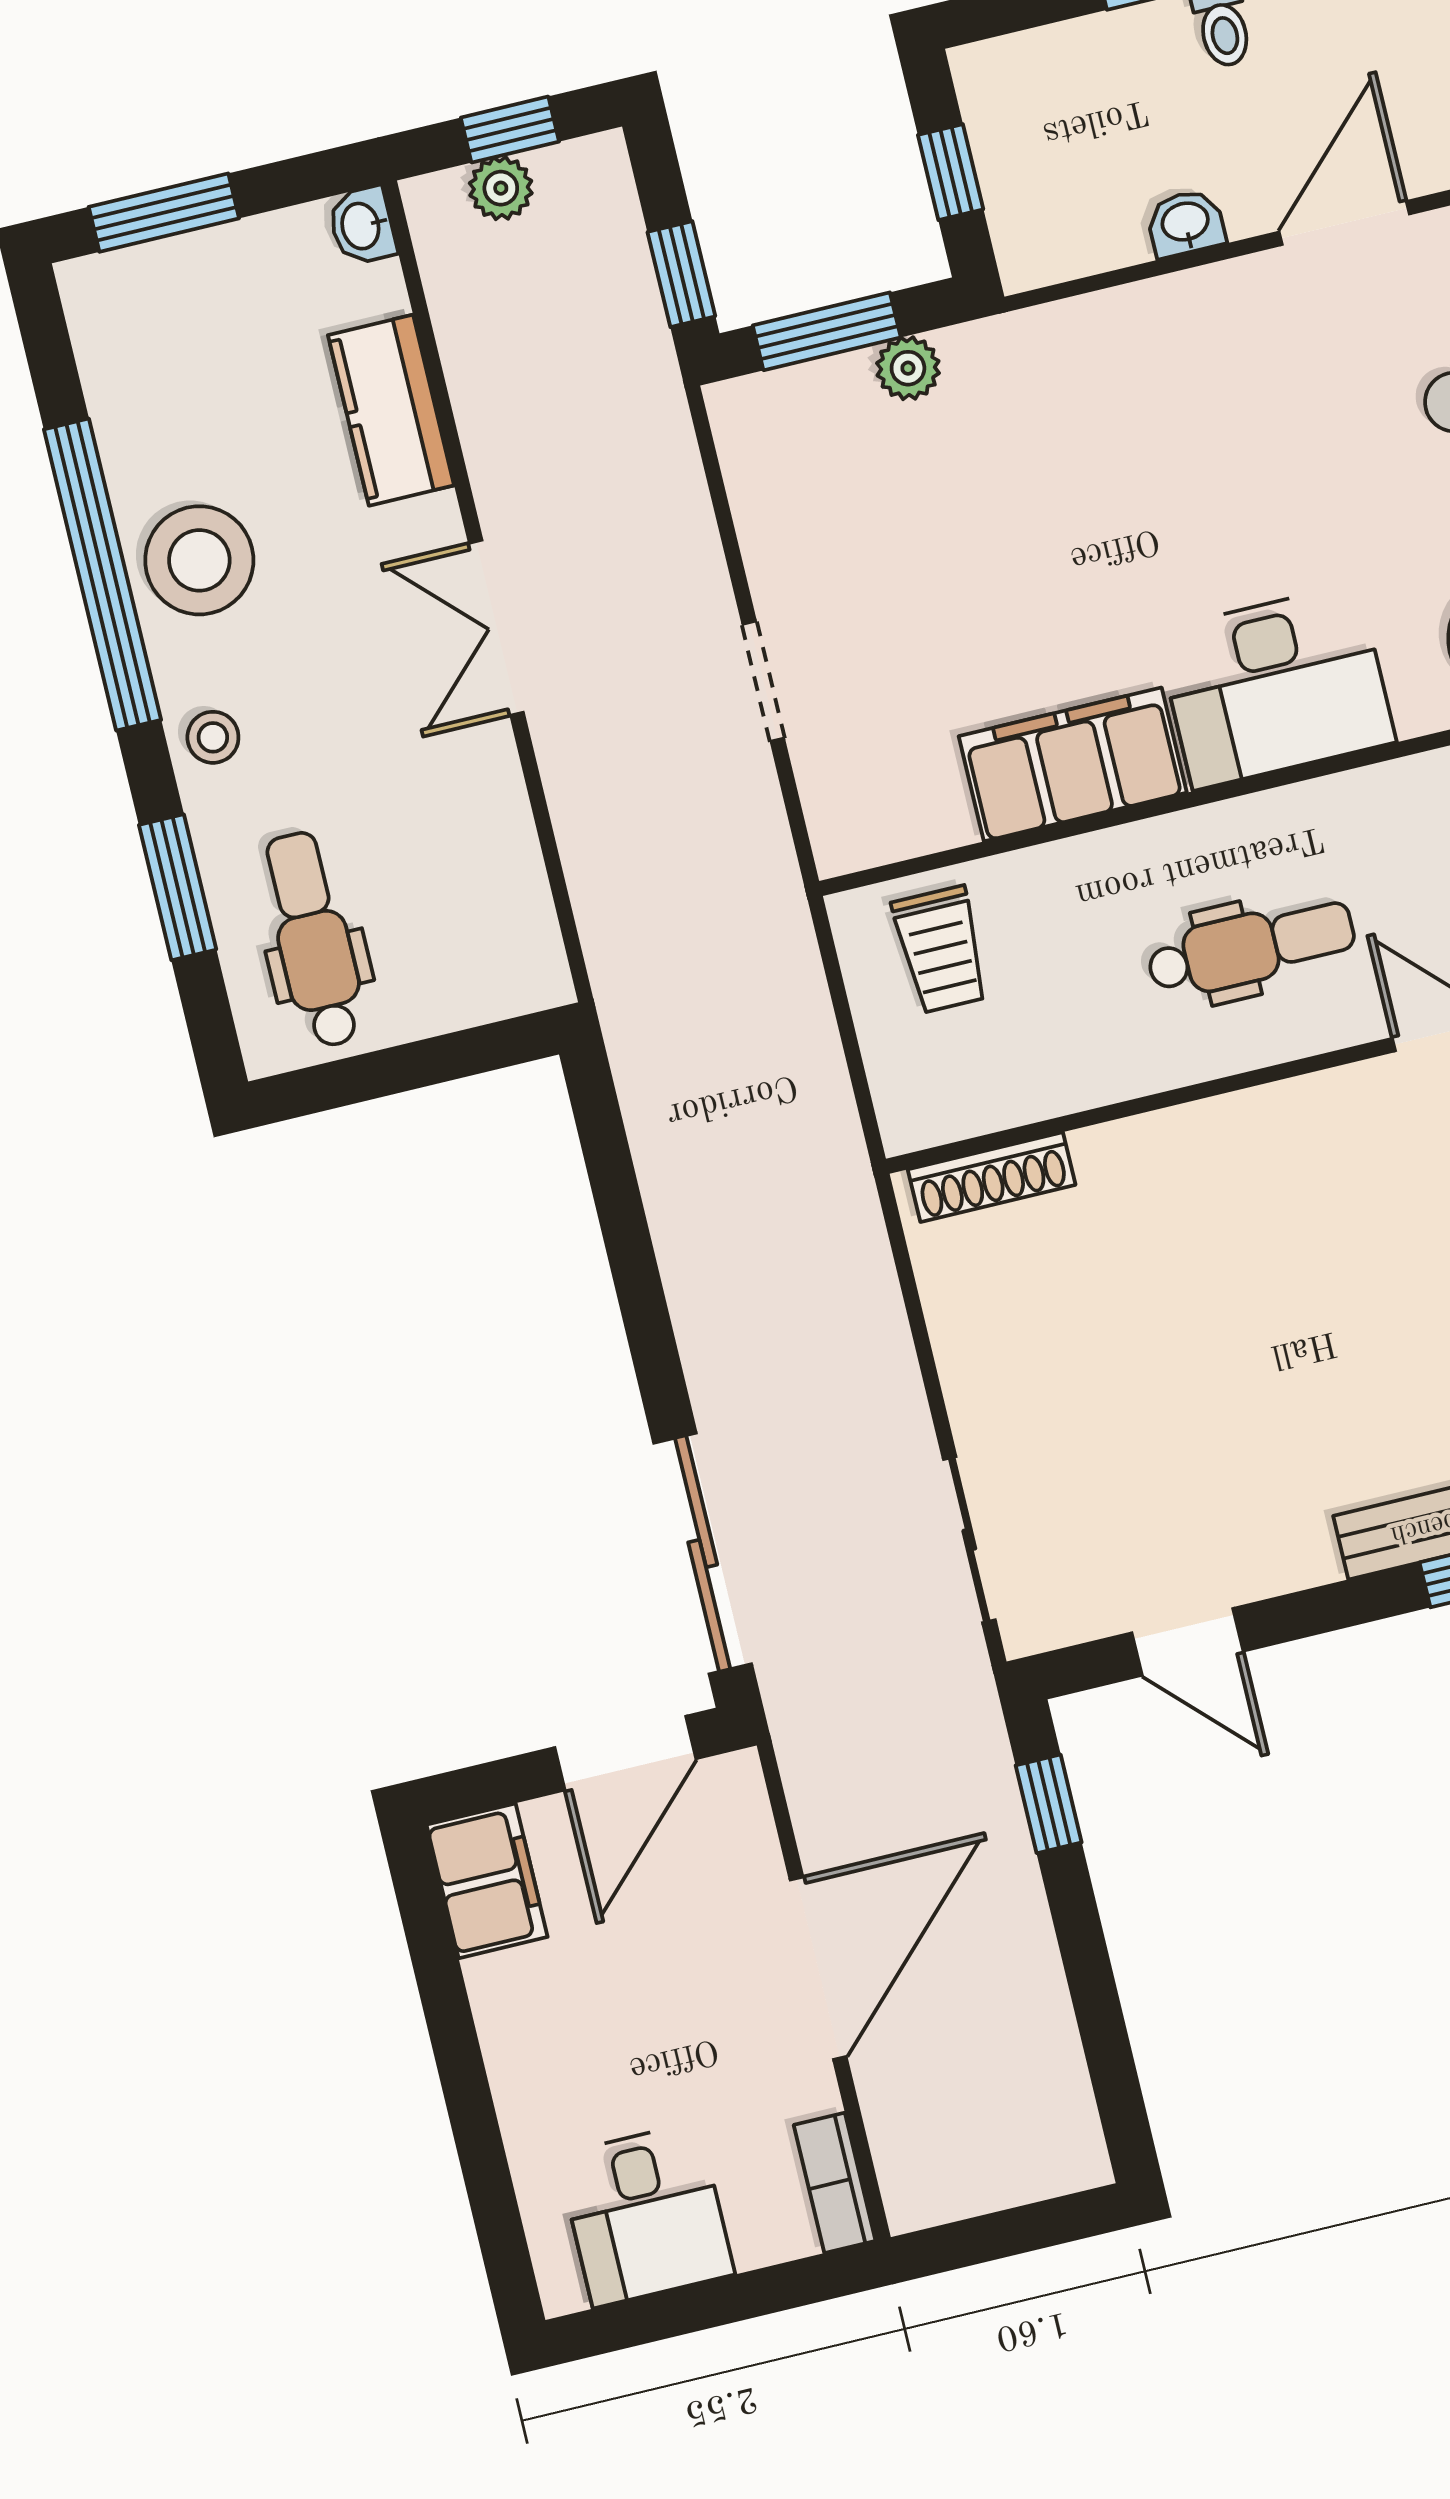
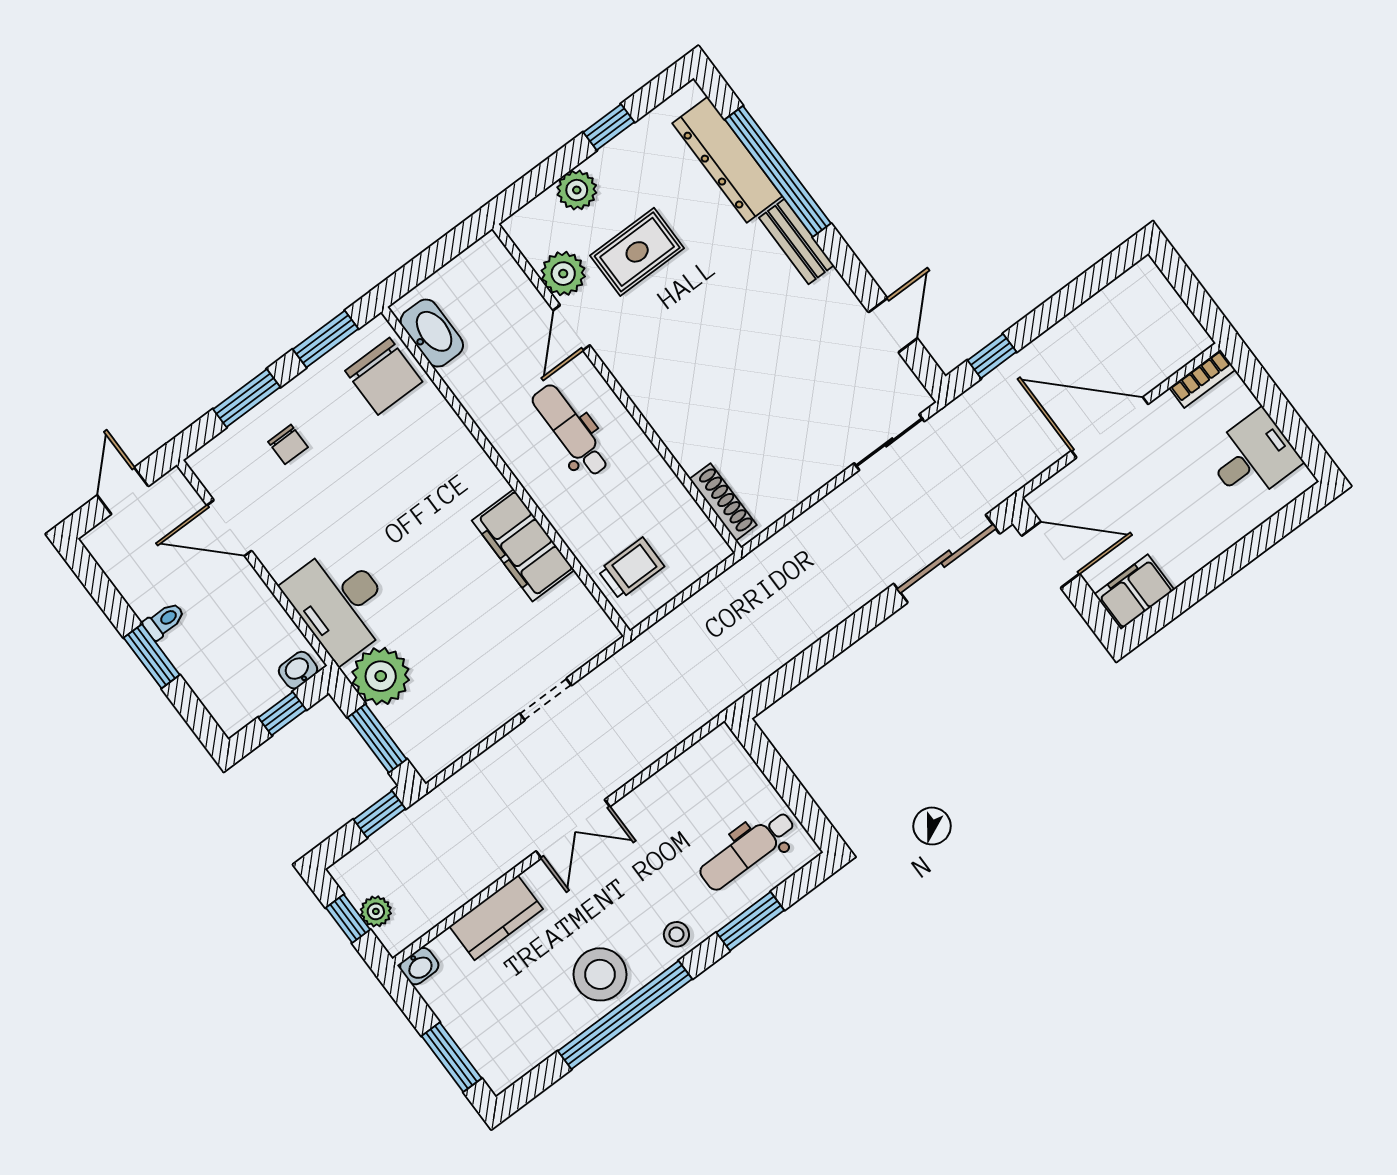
washbasin: (1186, 223) -> (298, 670), moved, turned 90
plant: (908, 368) -> (381, 676), width x1.88, depth x1.88
desk: (1276, 687) -> (340, 603), moved, turned 180

